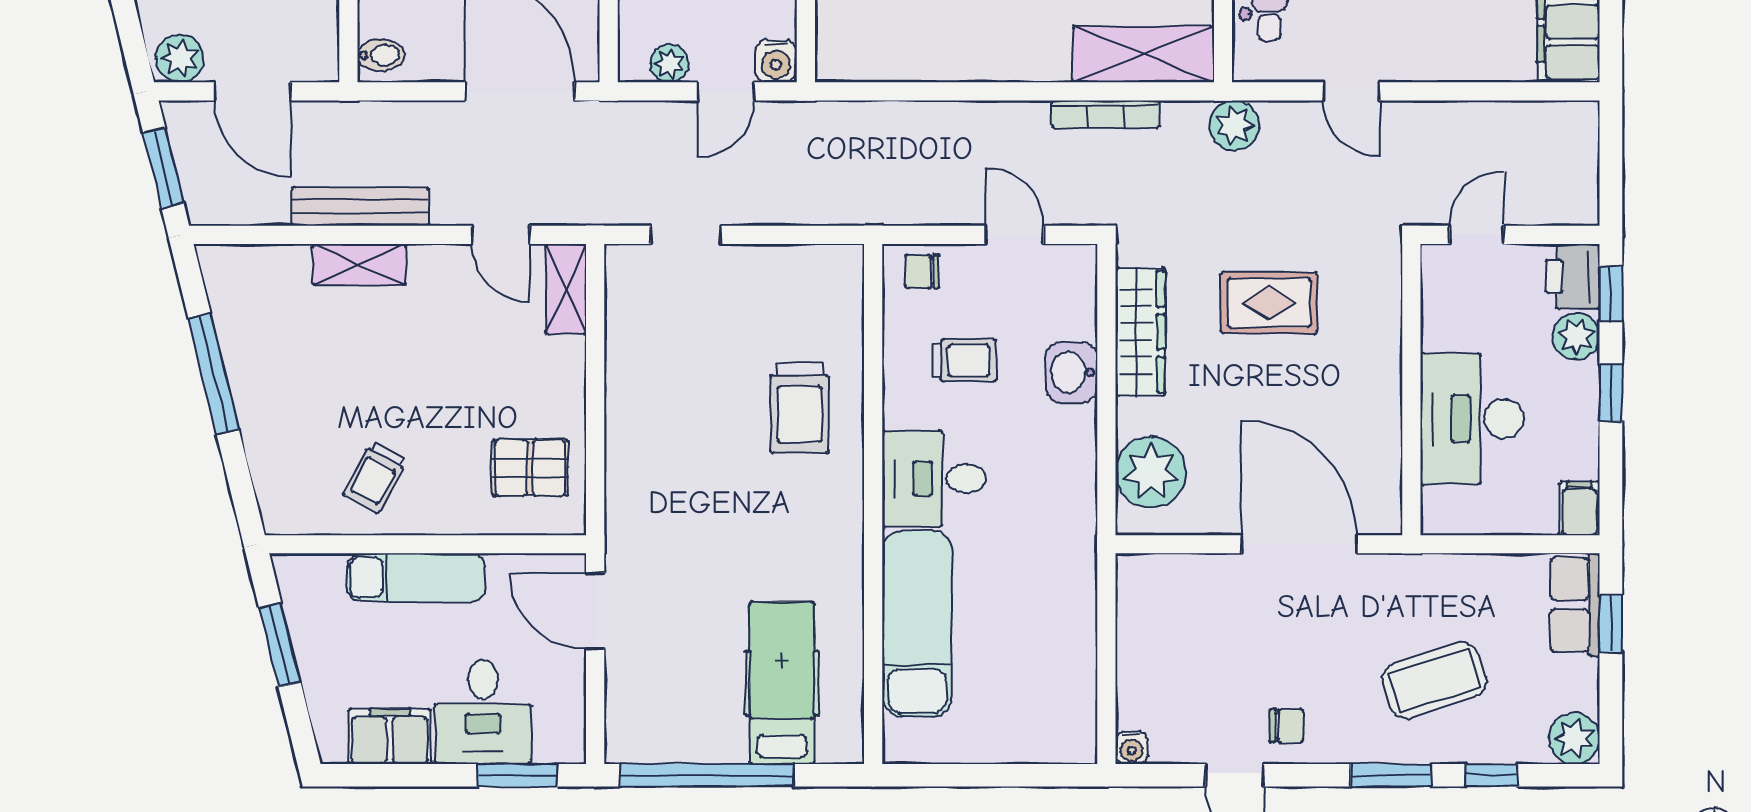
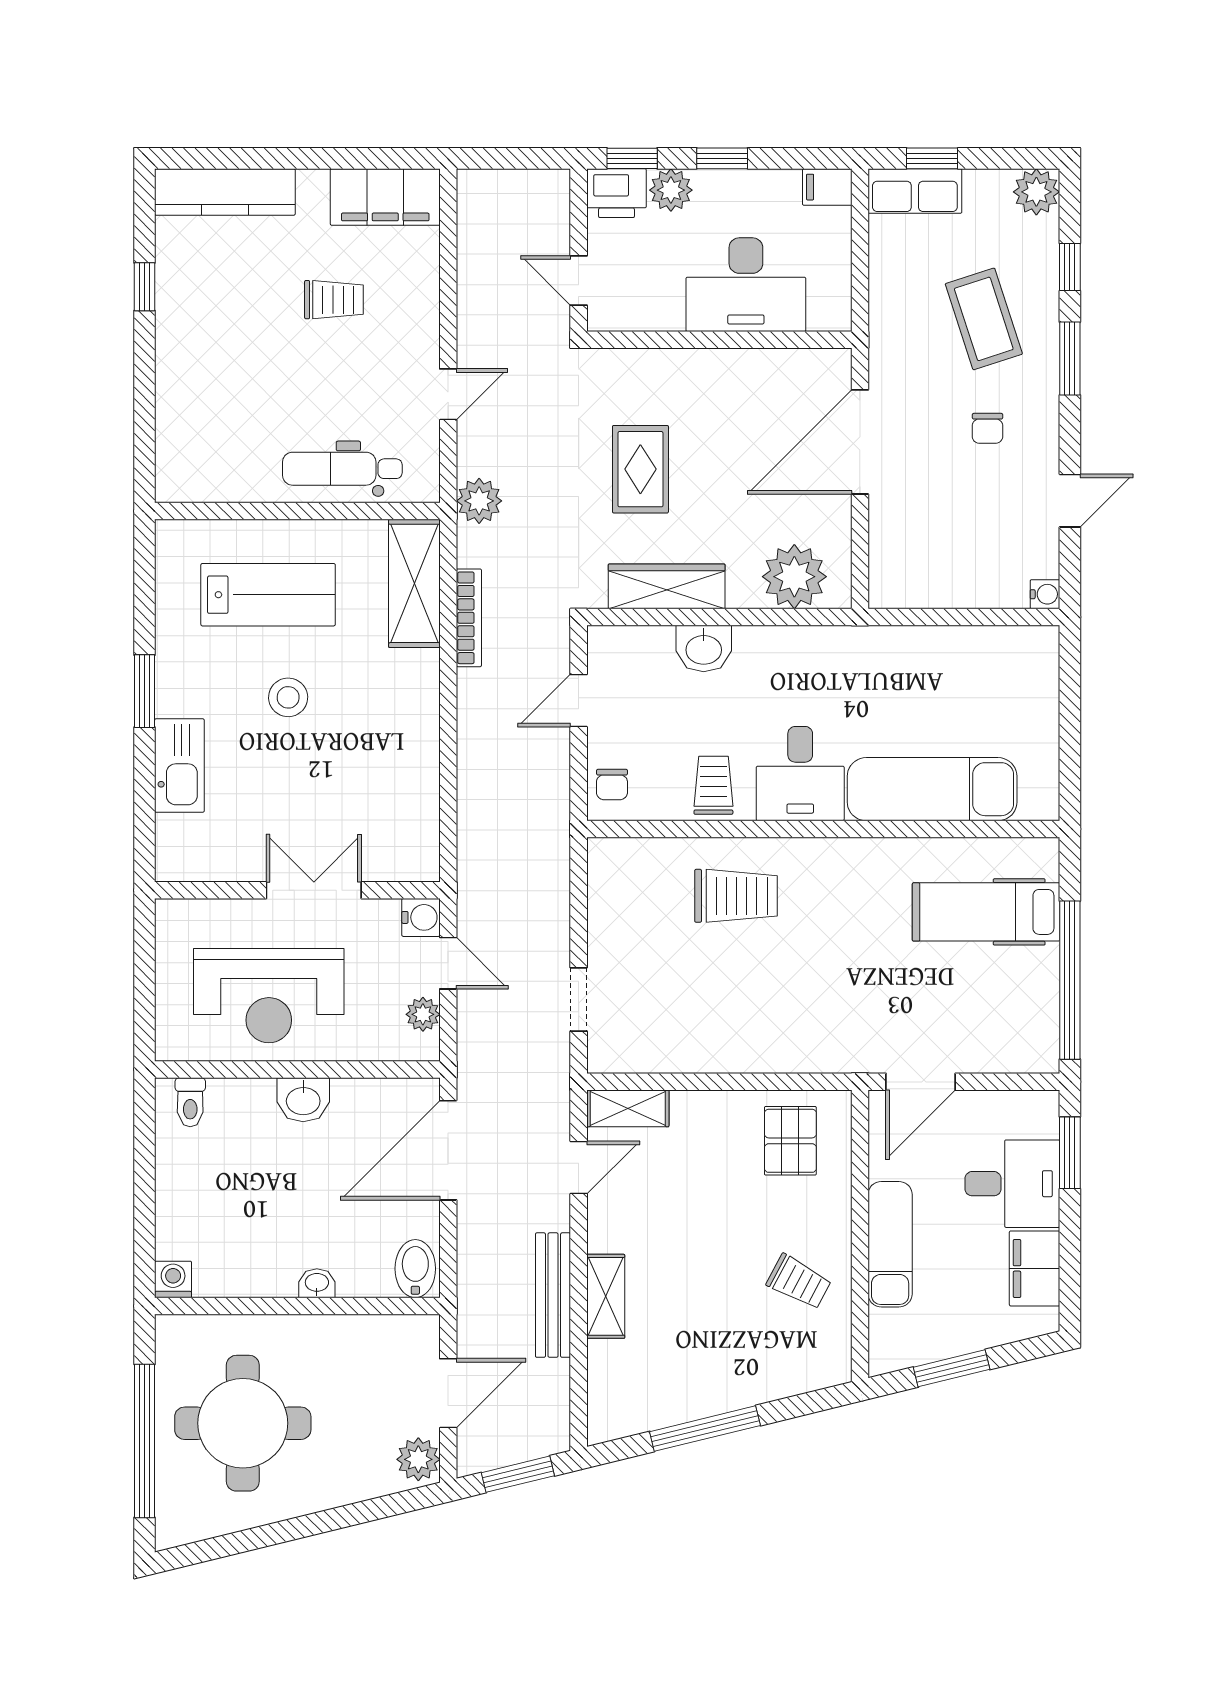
bidet: (381, 55) -> (415, 1269), width x1.38, depth x1.36
trolley: (964, 360) -> (713, 785), moved
chair: (1286, 726) -> (987, 428), moved, turned 180

